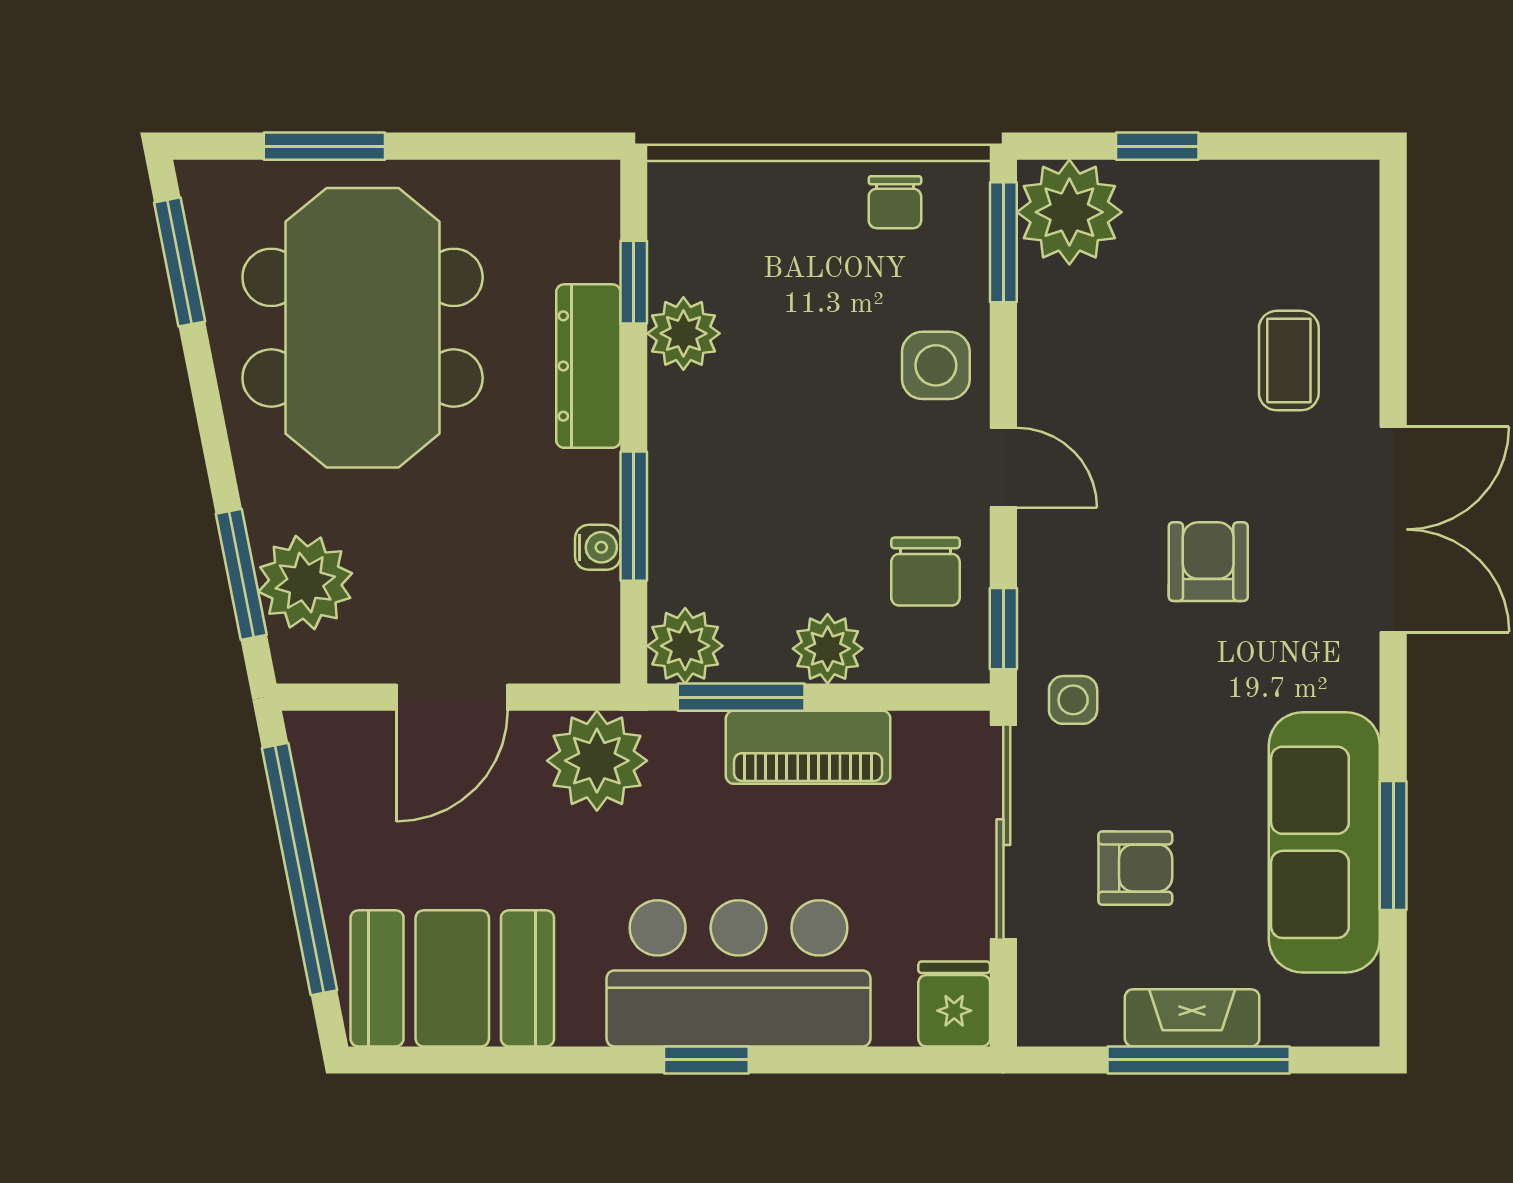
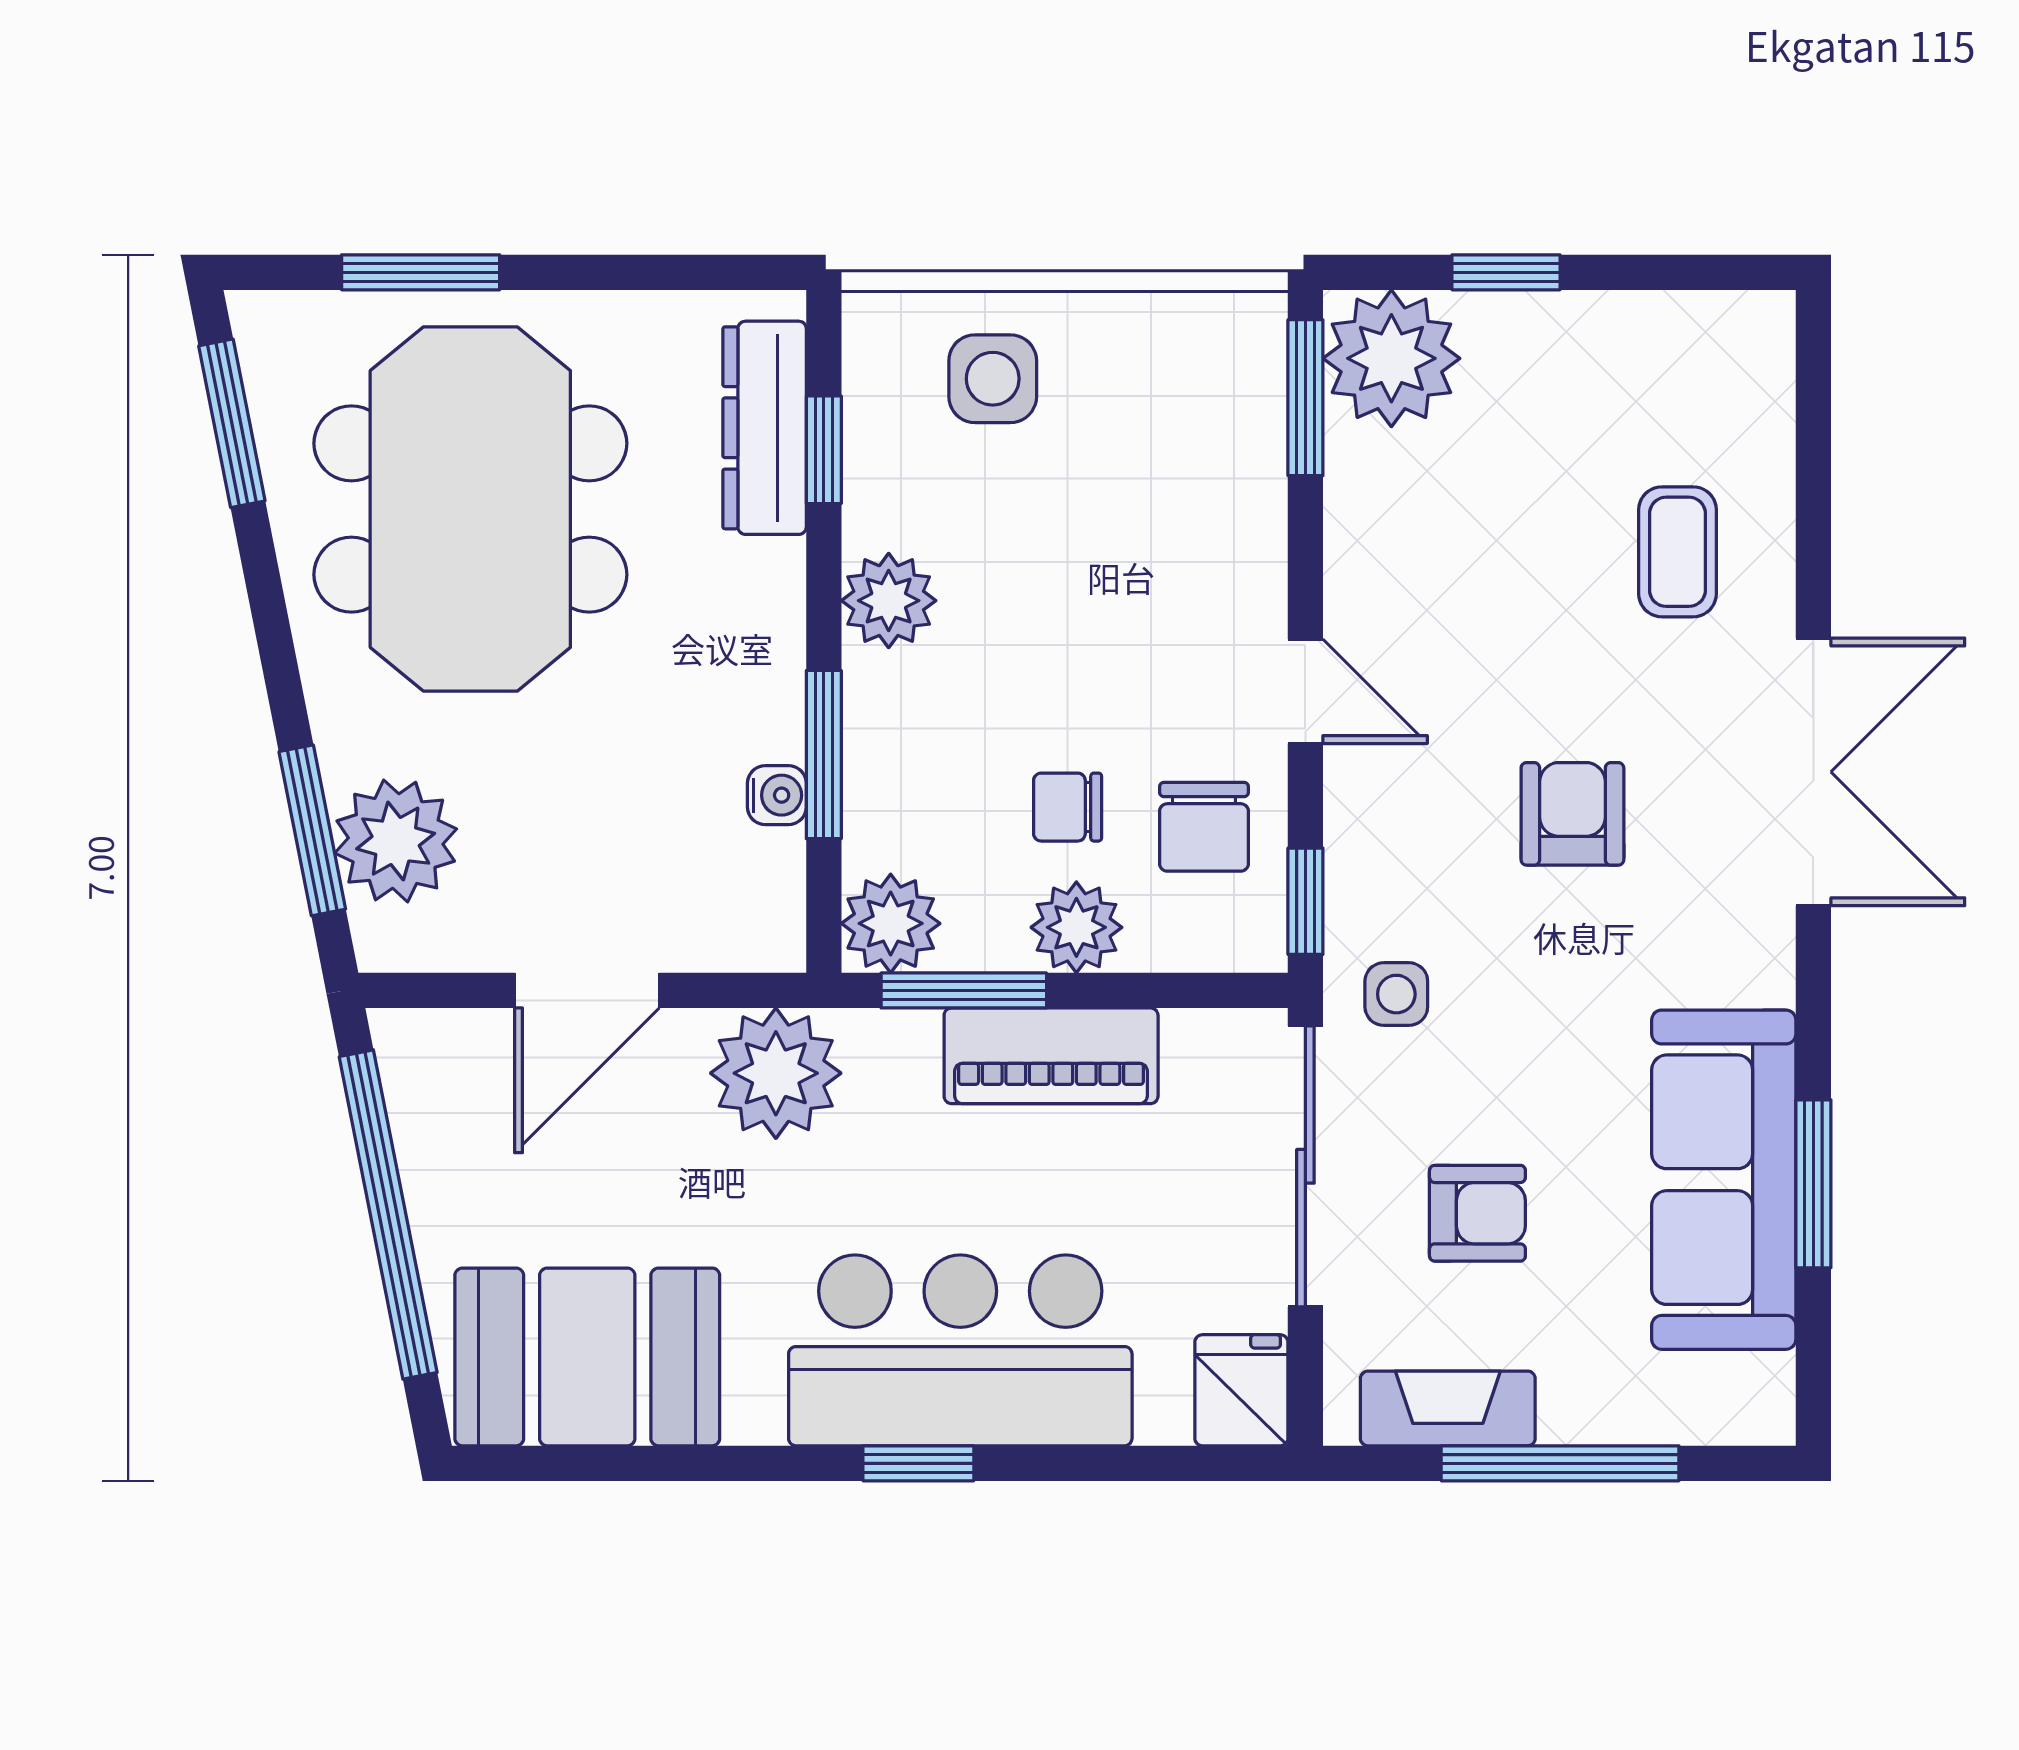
chair: (895, 202) -> (1068, 807), moved, turned 90
plant: (683, 333) -> (889, 601), moved
side table: (936, 365) -> (993, 379), moved
dresser: (588, 366) -> (765, 428), moved
fireplace: (1192, 1018) -> (1448, 1408), moved

